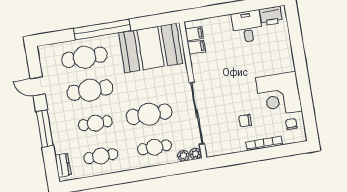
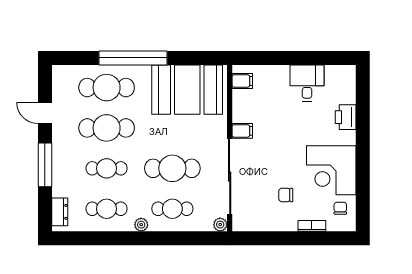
printer: (271, 16) -> (346, 117), moved, turned 90
filing cabinet: (196, 47) -> (242, 131), moved
bookcase: (264, 143) -> (312, 226), width x0.64
plant: (183, 156) -> (141, 225), moved

